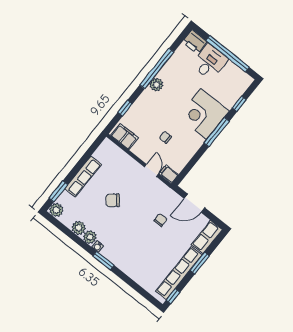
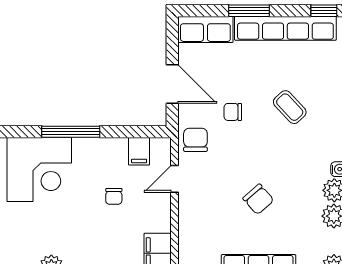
window: (217, 132) -> (71, 132), moved
filing cabinet: (169, 174) -> (139, 151), moved
chair: (161, 194) -> (195, 140), added
coffee table: (142, 247) -> (290, 107), added

